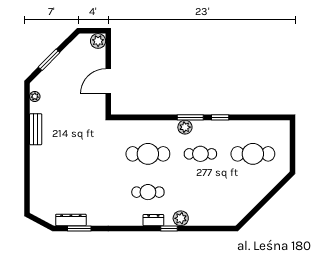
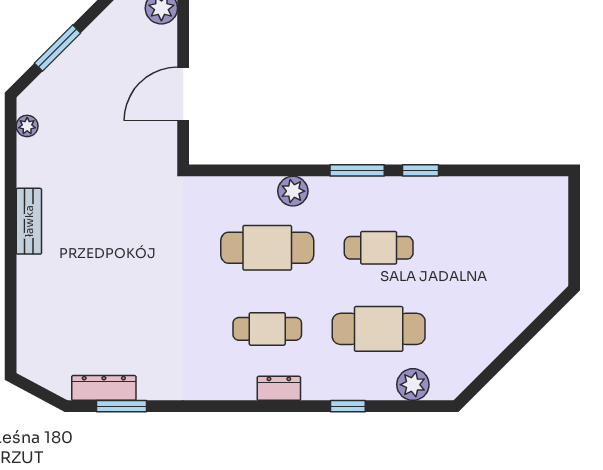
plant: (185, 127) -> (293, 191), moved
bench: (36, 129) -> (29, 221), moved
cafe table: (253, 154) -> (379, 329), moved
plant: (181, 218) -> (413, 385), moved
window: (169, 229) -> (348, 406), moved

